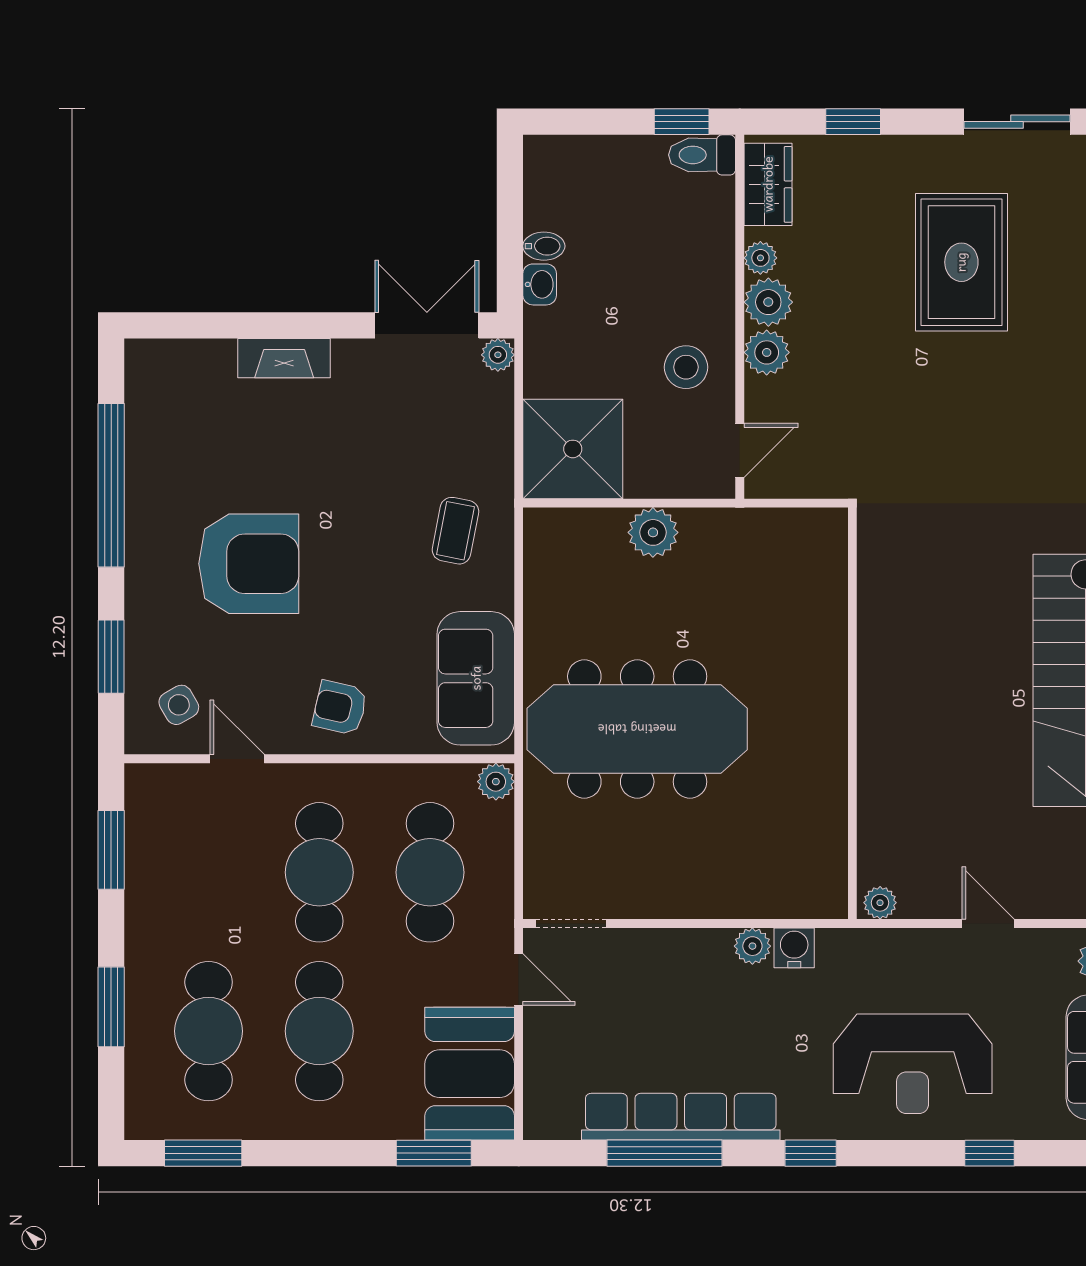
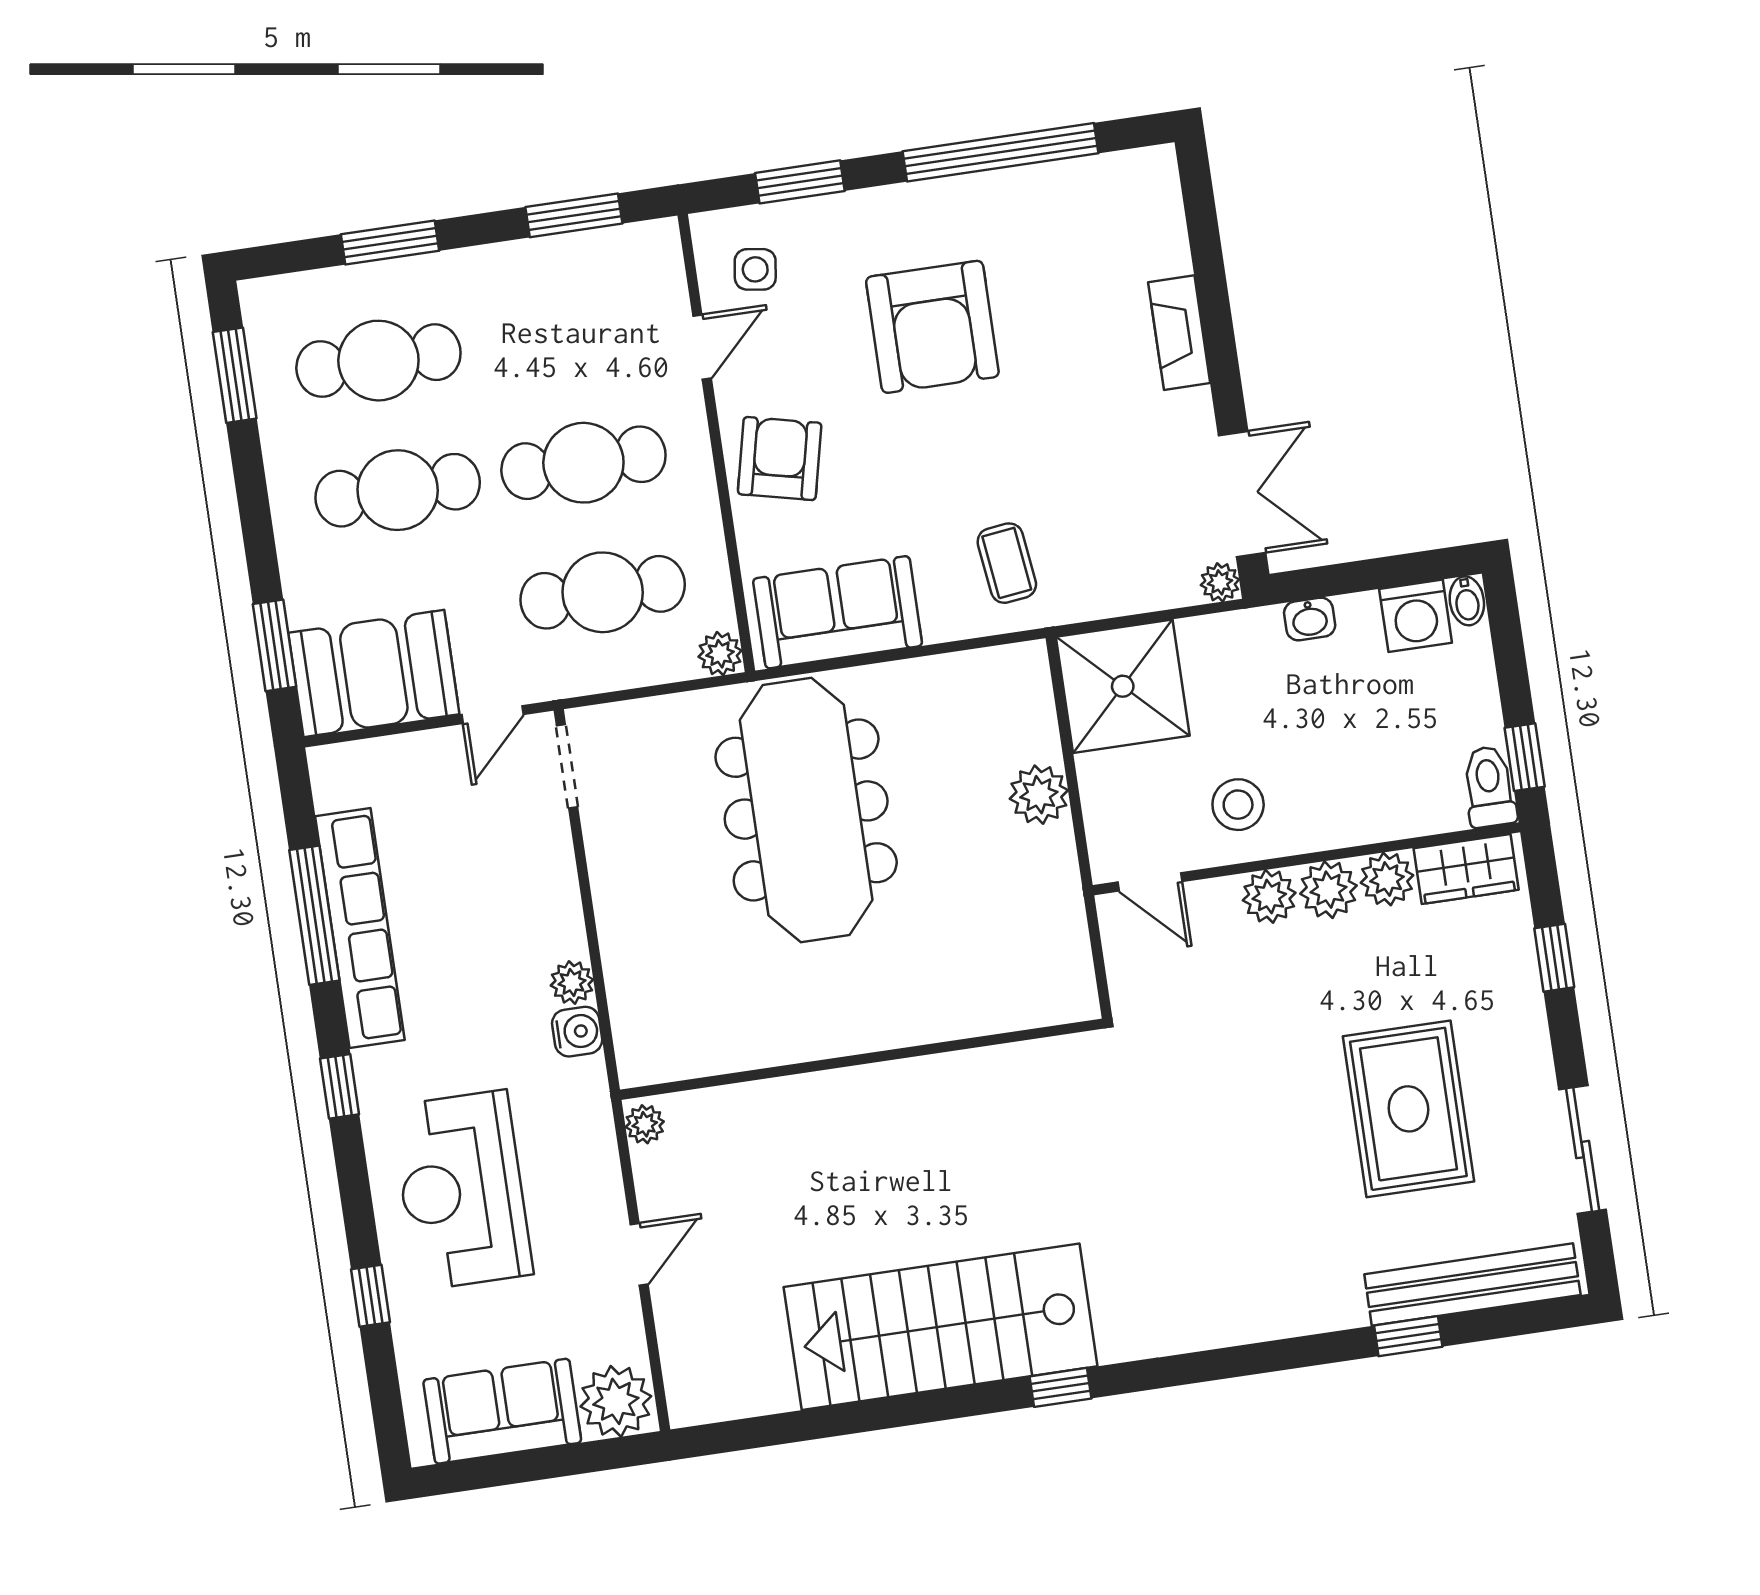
washing machine: (550, 195) -> (1416, 616), added
bidet: (544, 246) -> (1467, 601), moved
plant: (760, 258) -> (1387, 879), width x1.38, depth x1.38
rug: (961, 262) -> (1408, 1109), turned 90
coffee table: (455, 531) -> (1007, 563), turned 72
side table: (179, 705) -> (755, 269), turned 38
armchair: (340, 708) -> (780, 459), width x1.38, depth x1.38

